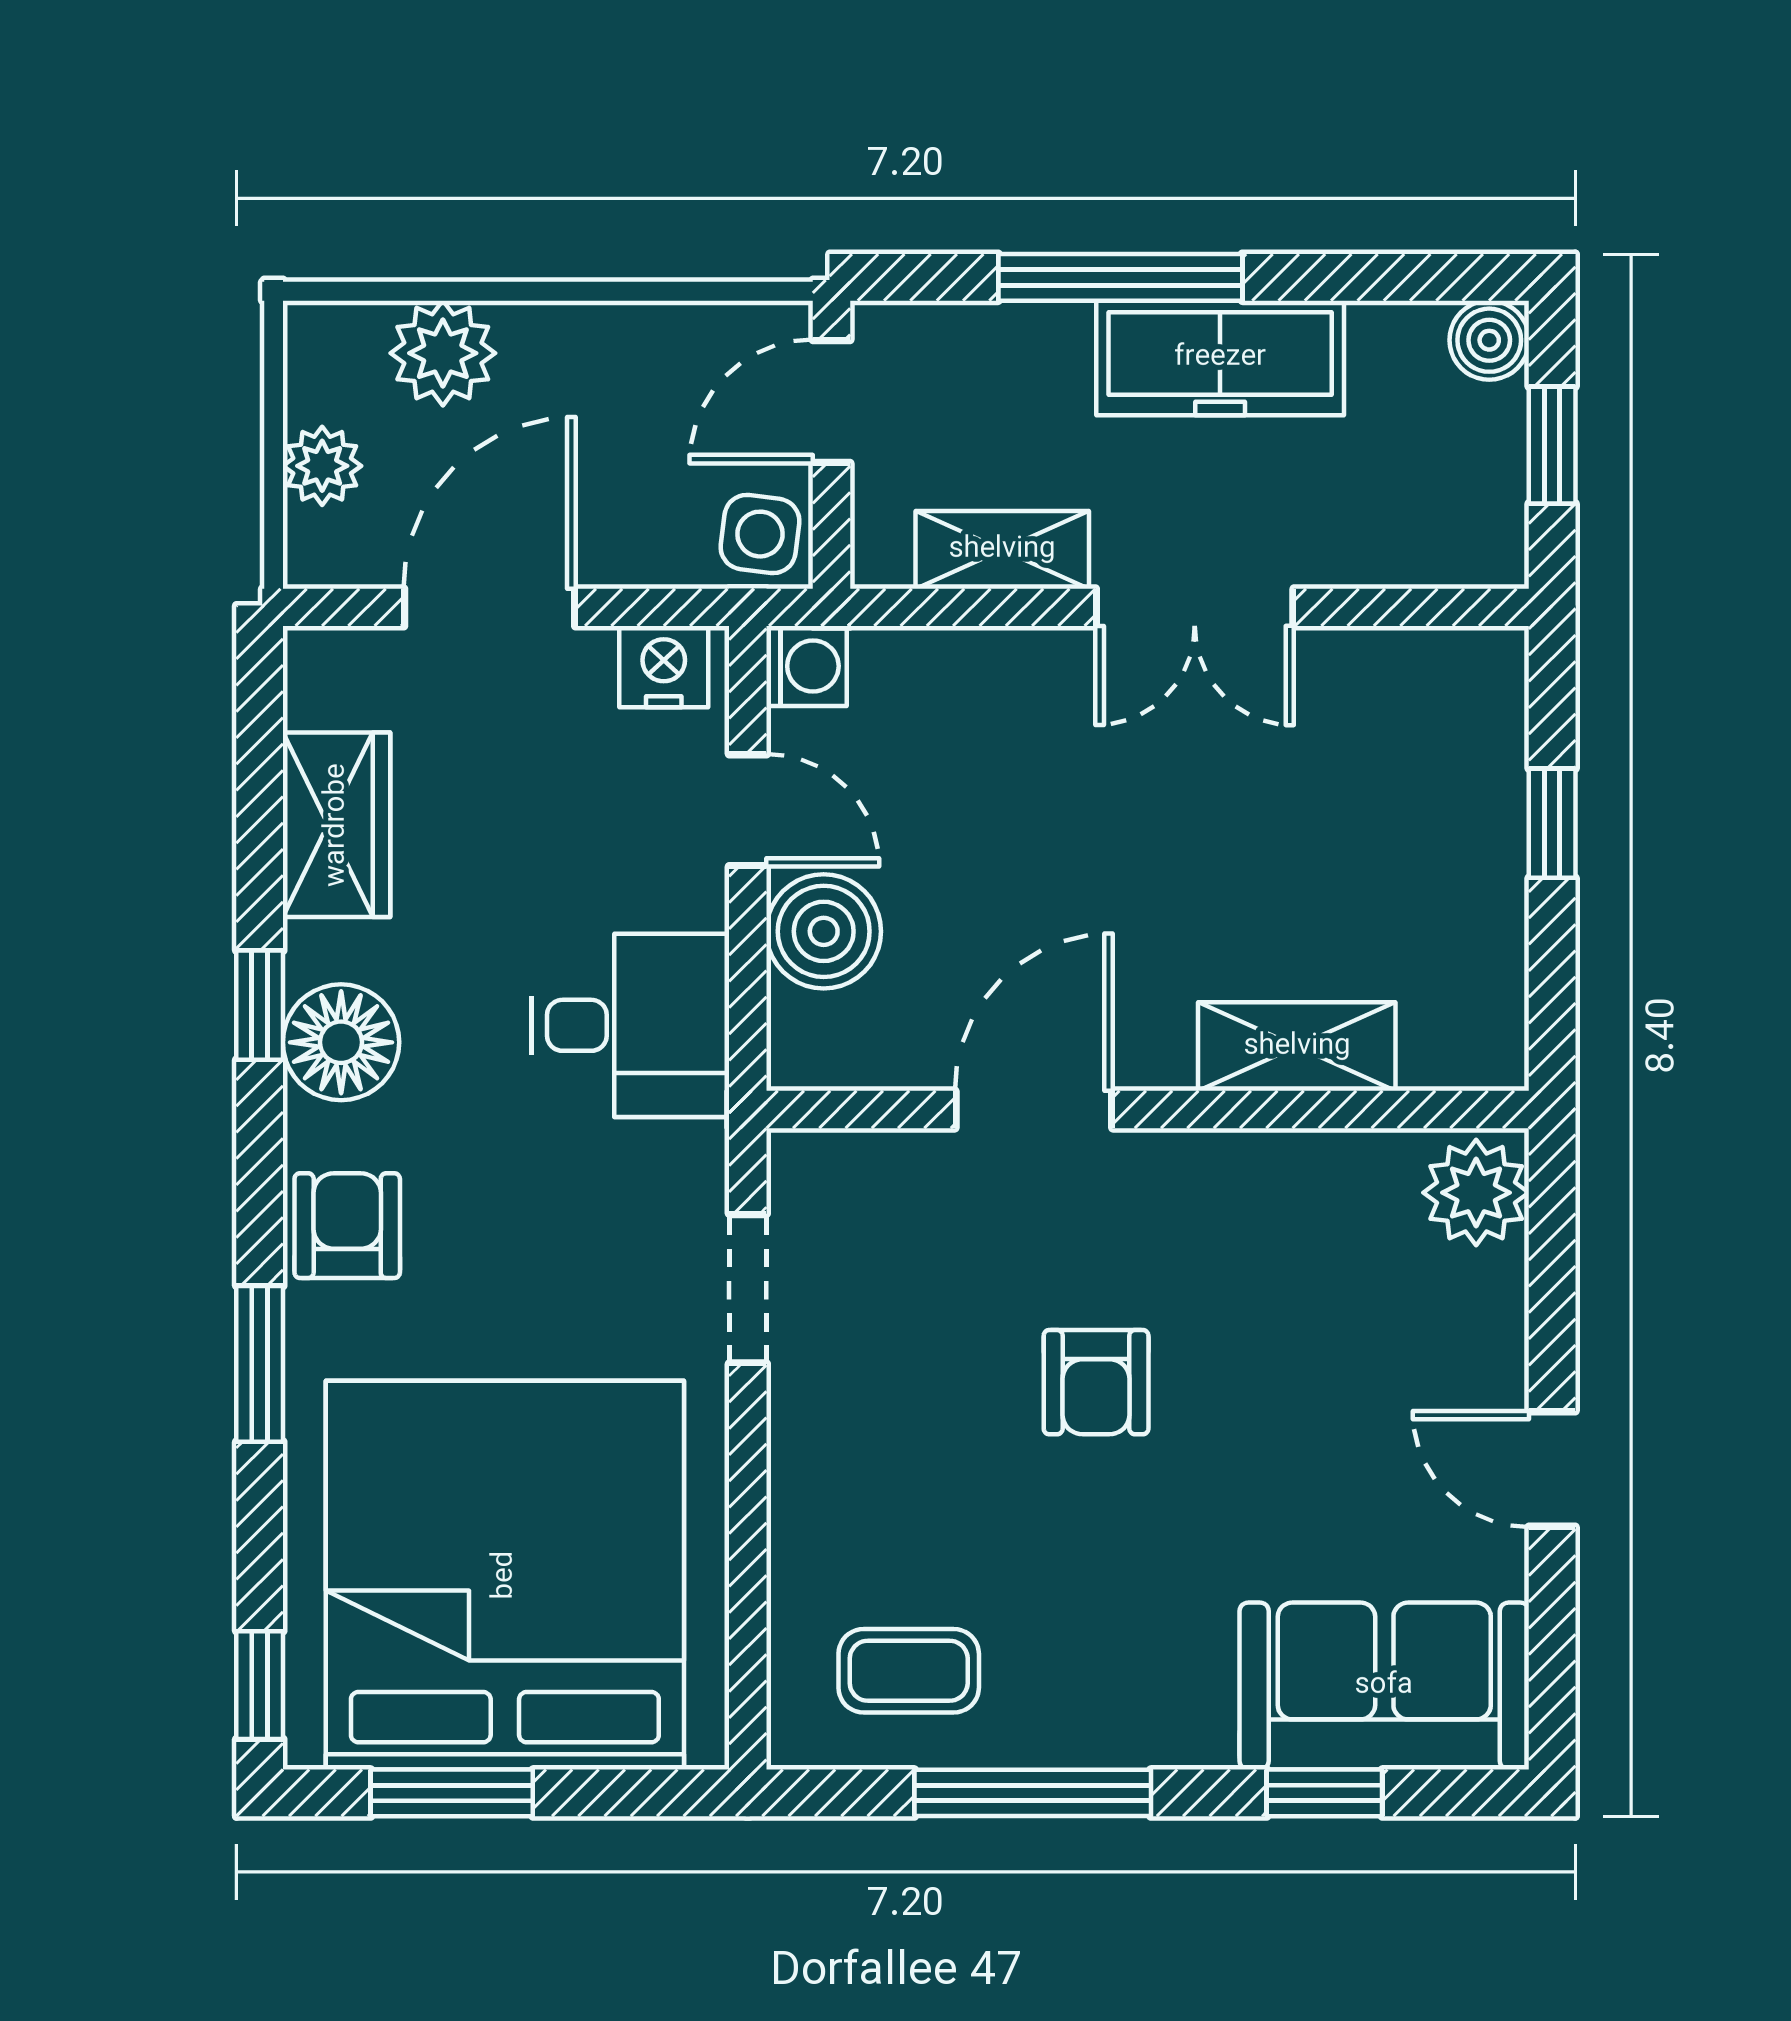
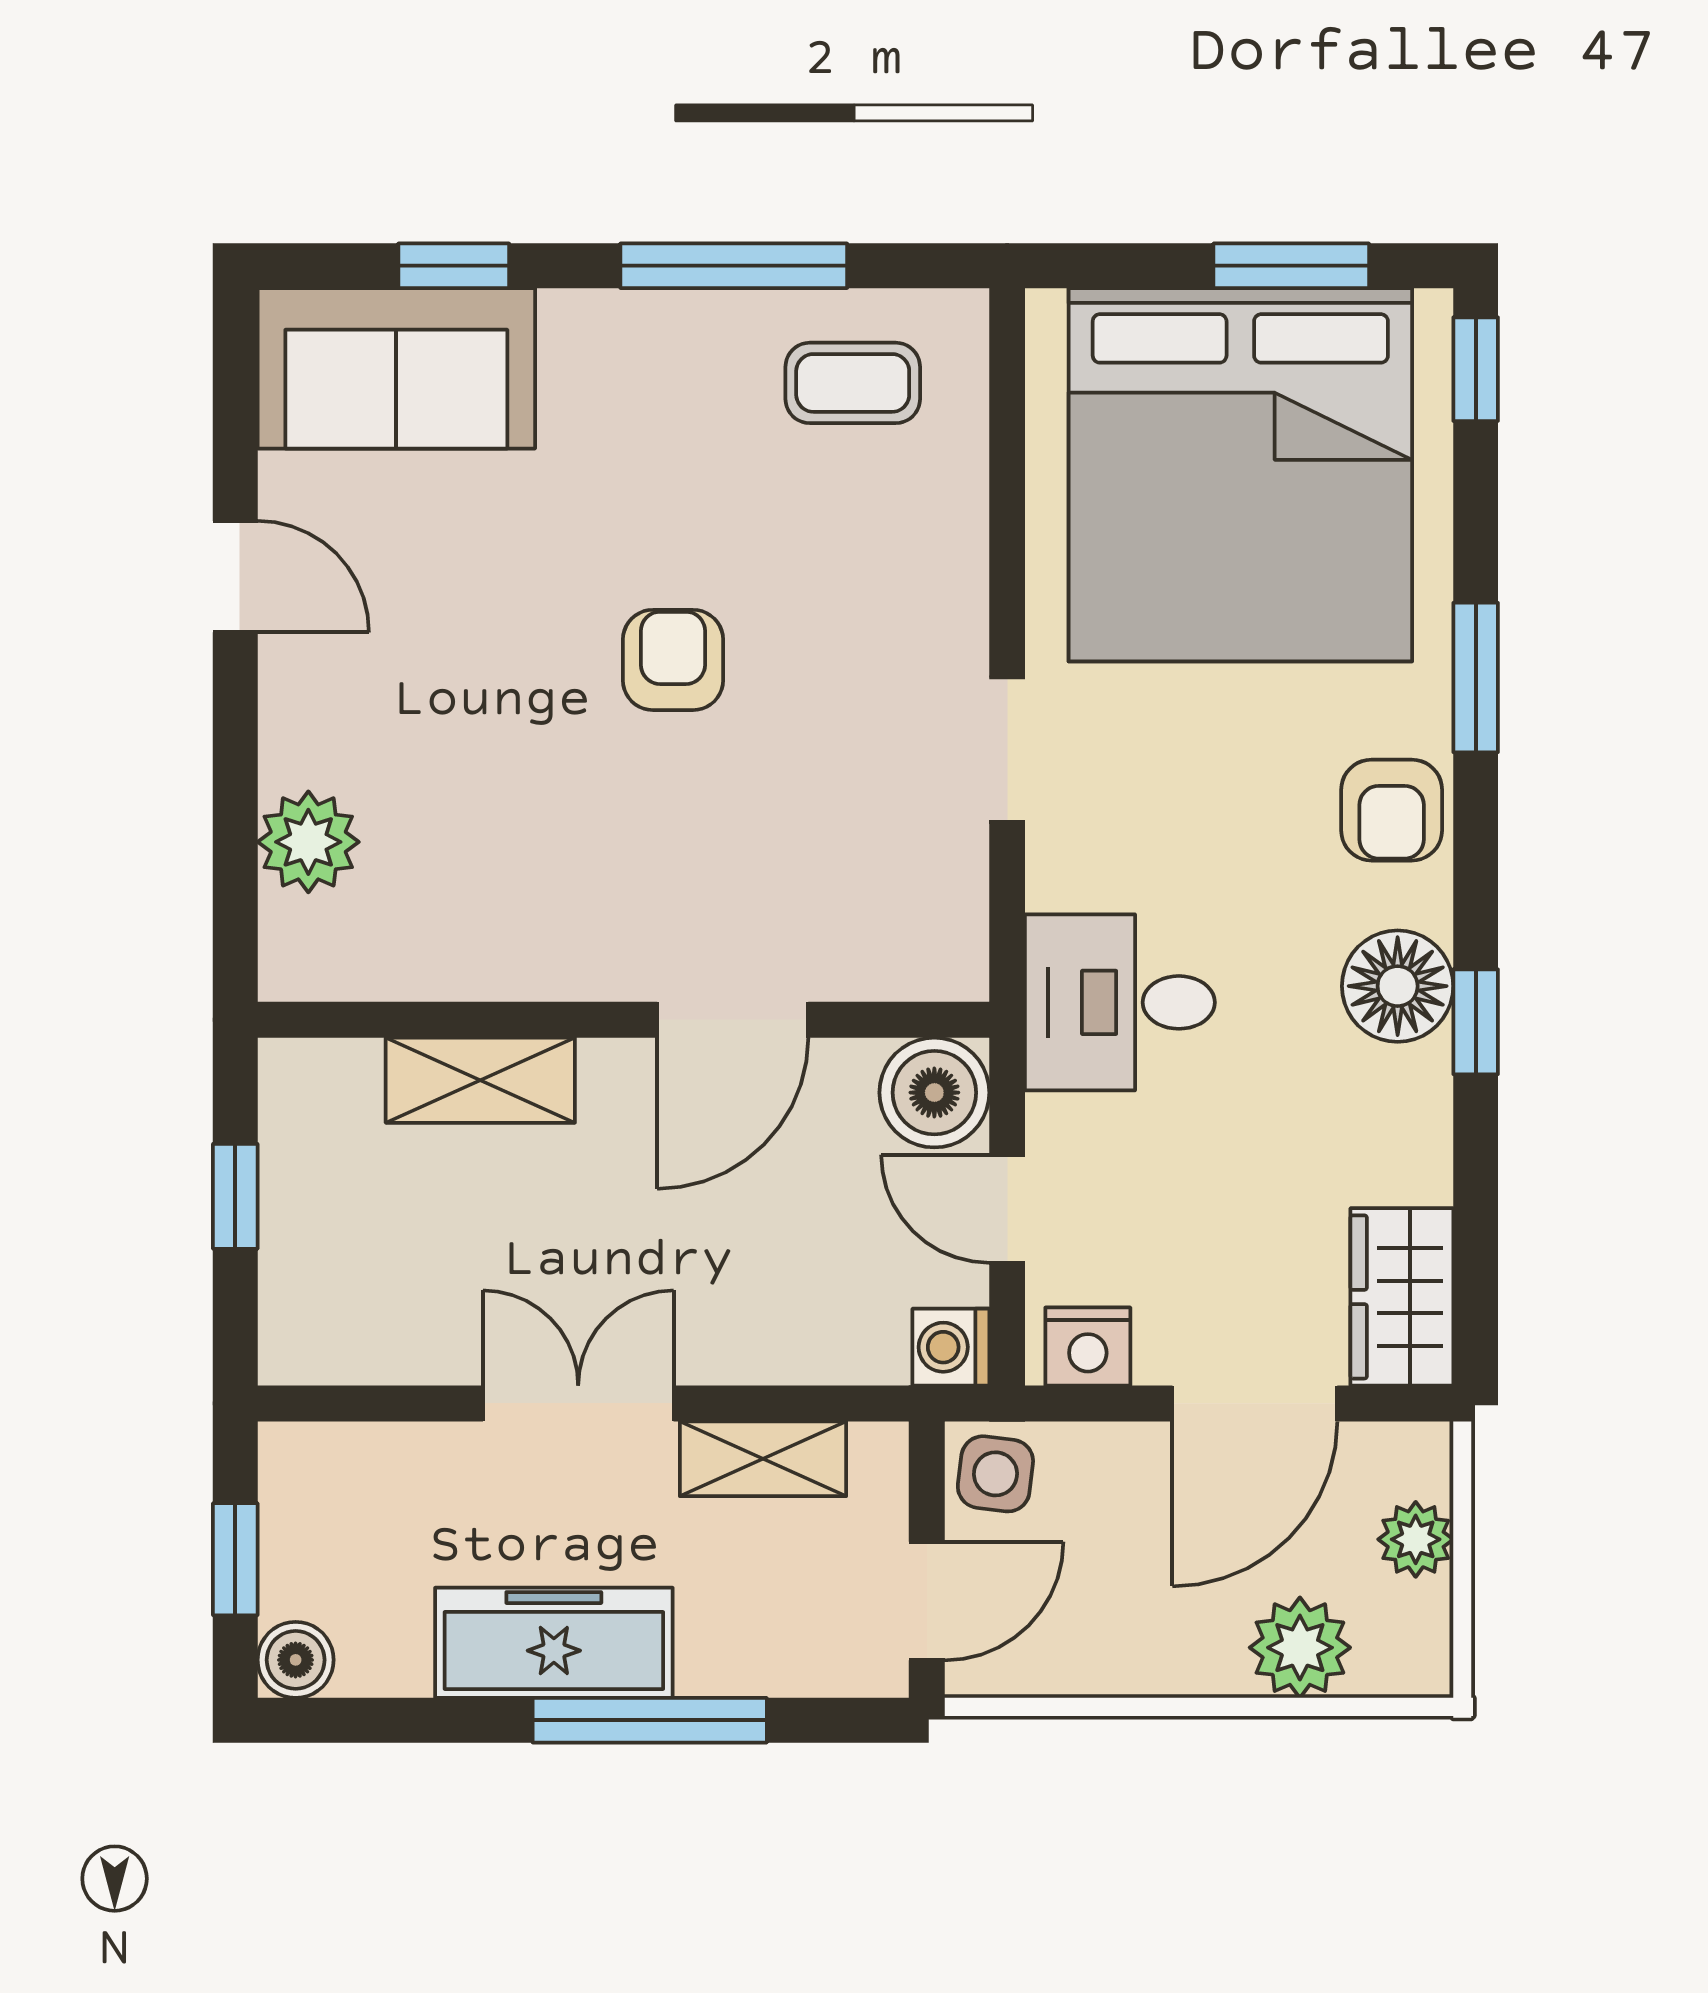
wardrobe: (337, 825) -> (1402, 1297), moved
shelving: (1297, 1047) -> (480, 1080), moved
door: (1034, 1109) -> (733, 1020), moved
wall: (1148, 1109) -> (623, 1020), moved

